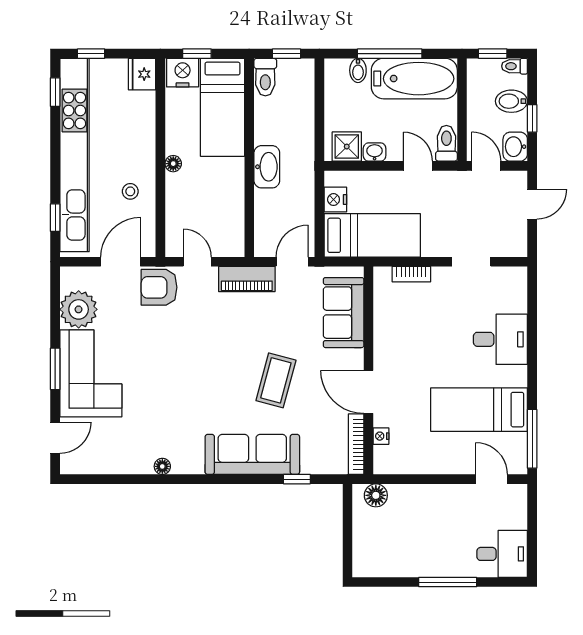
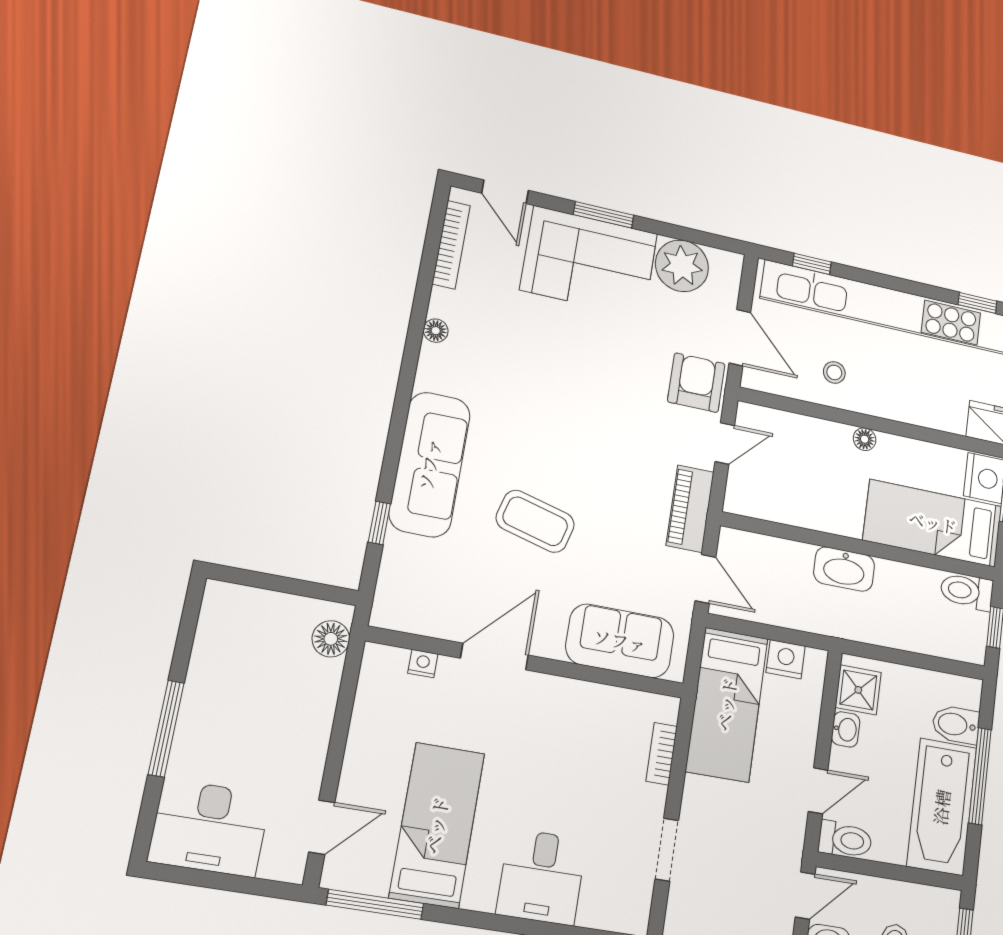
bidet: (358, 70) -> (956, 725), width x1.38, depth x1.36
bookcase: (356, 444) -> (451, 245), moved, turned 90
desk: (502, 554) -> (209, 828), width x1.37

